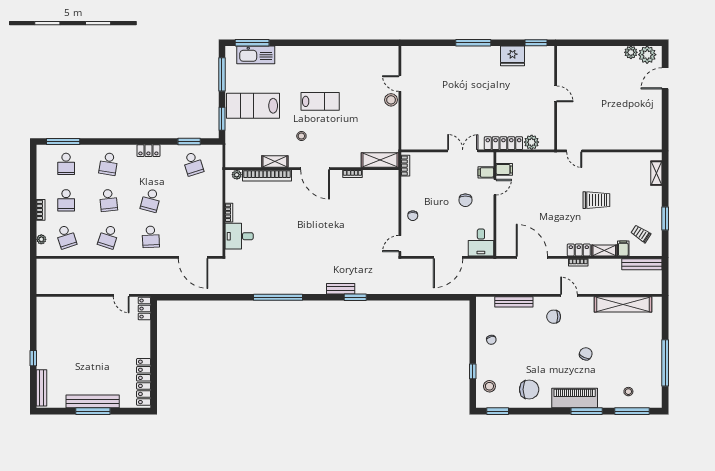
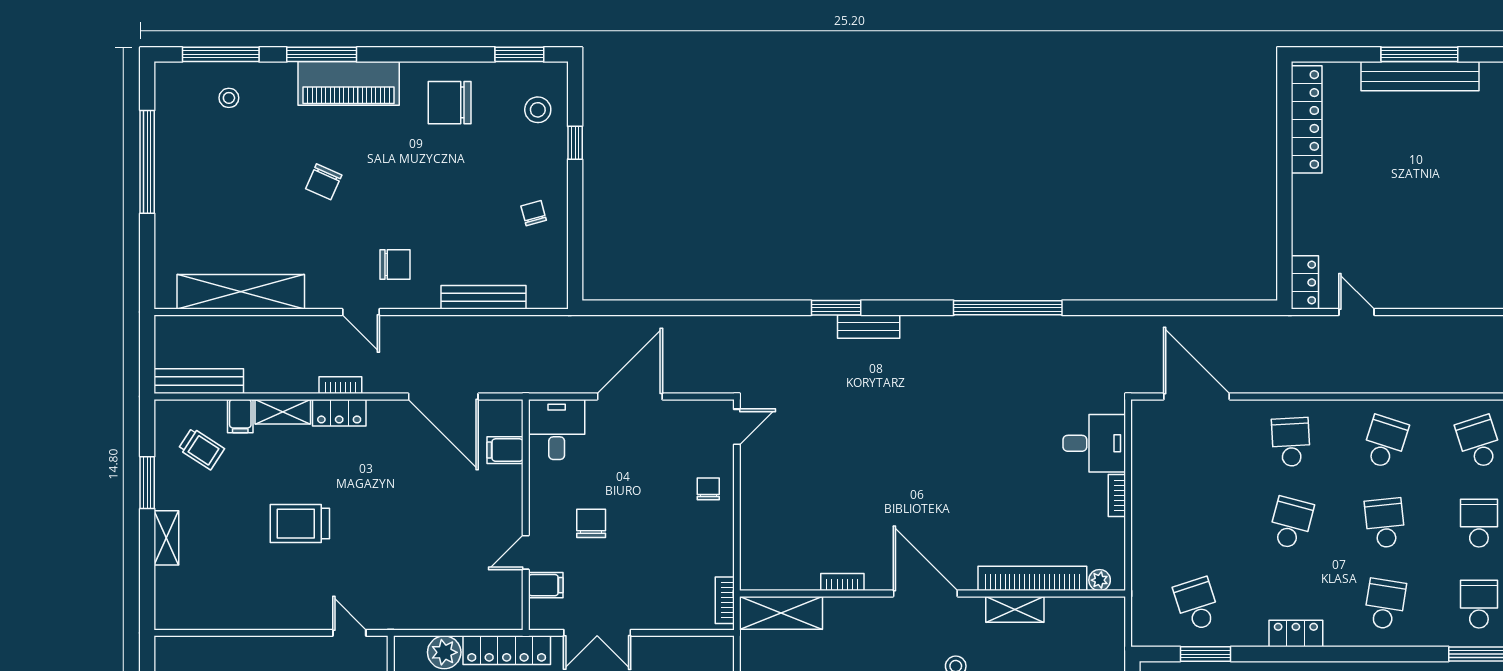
filing cabinet: (504, 169) -> (505, 450), moved
shelving: (656, 173) -> (166, 538), moved

